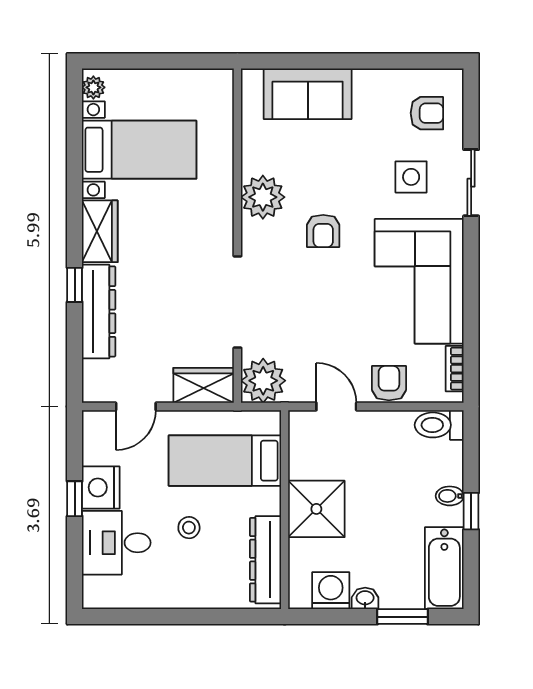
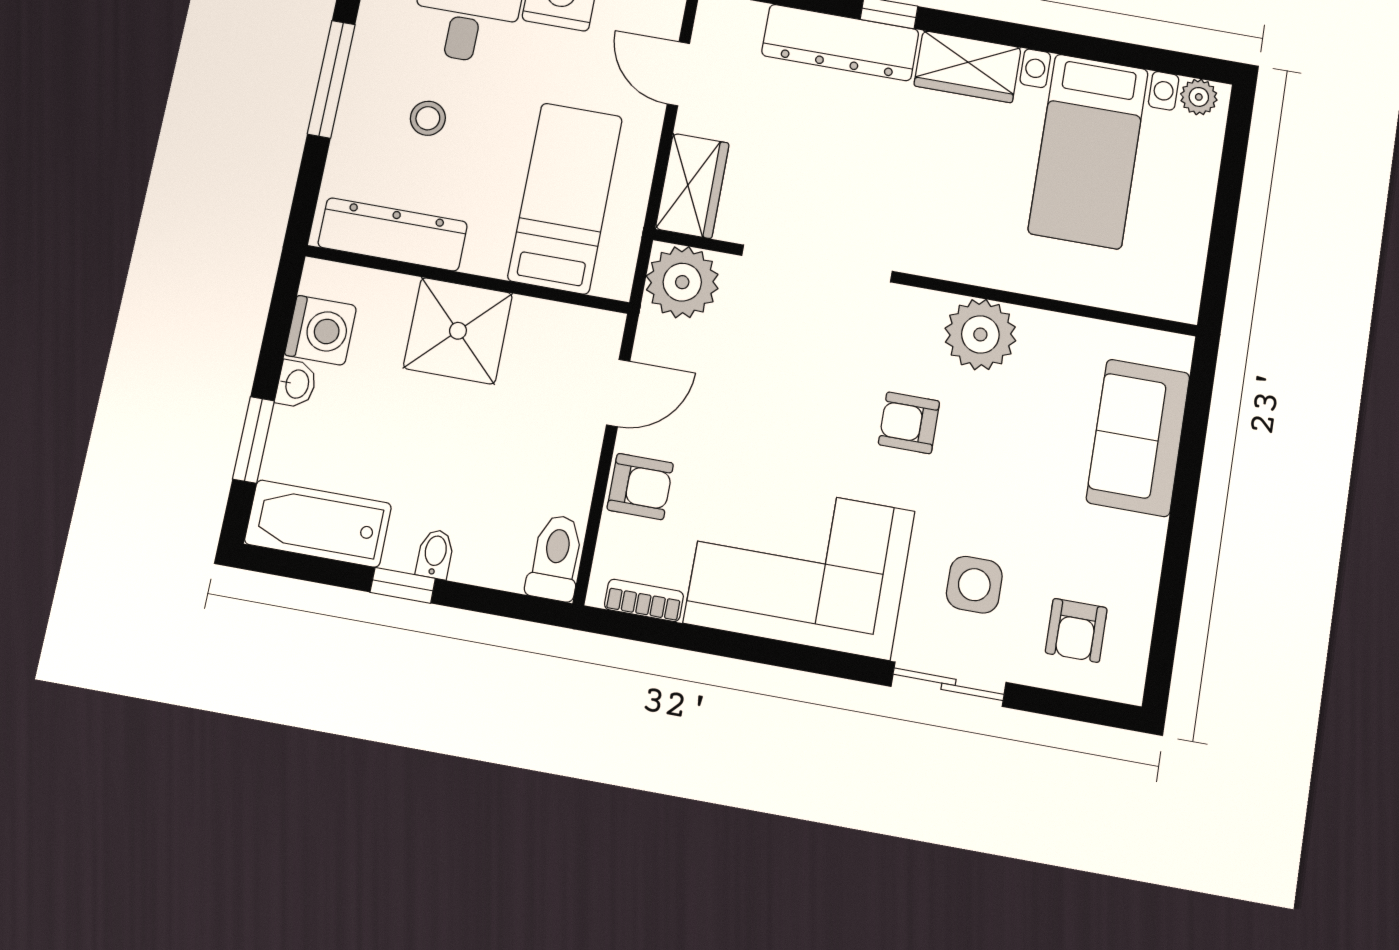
stool: (189, 528) -> (428, 118), moved
window: (177, 617) -> (331, 79), added

